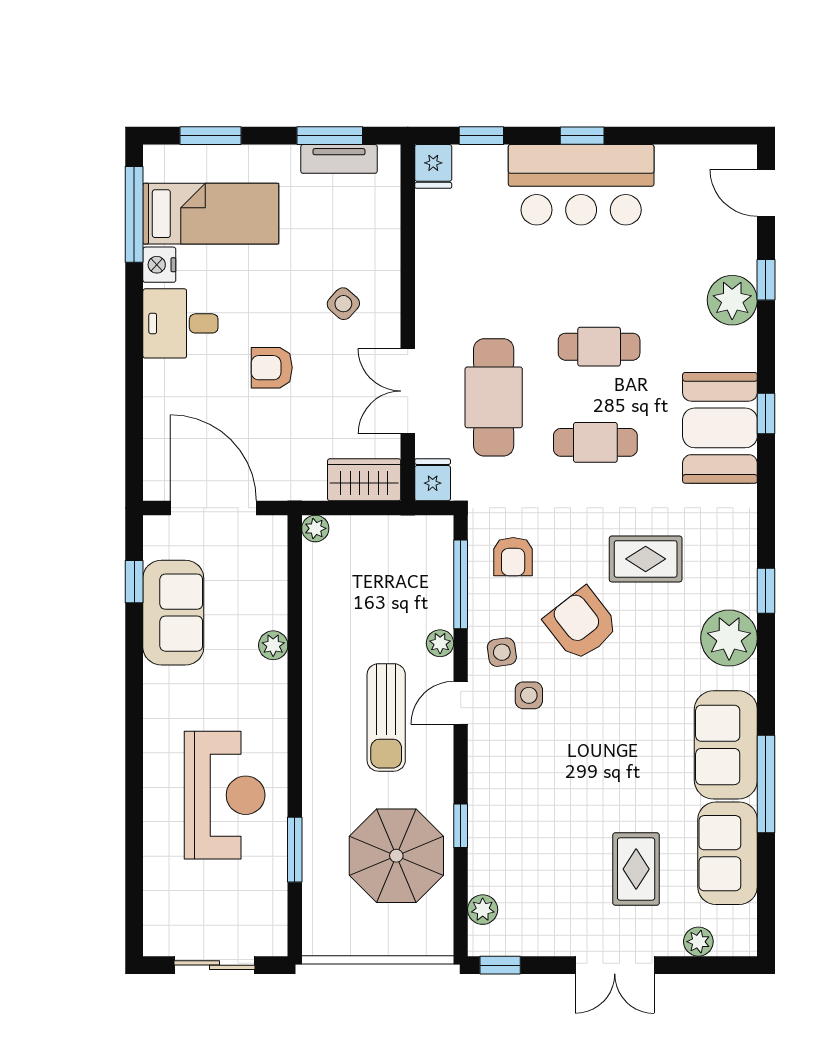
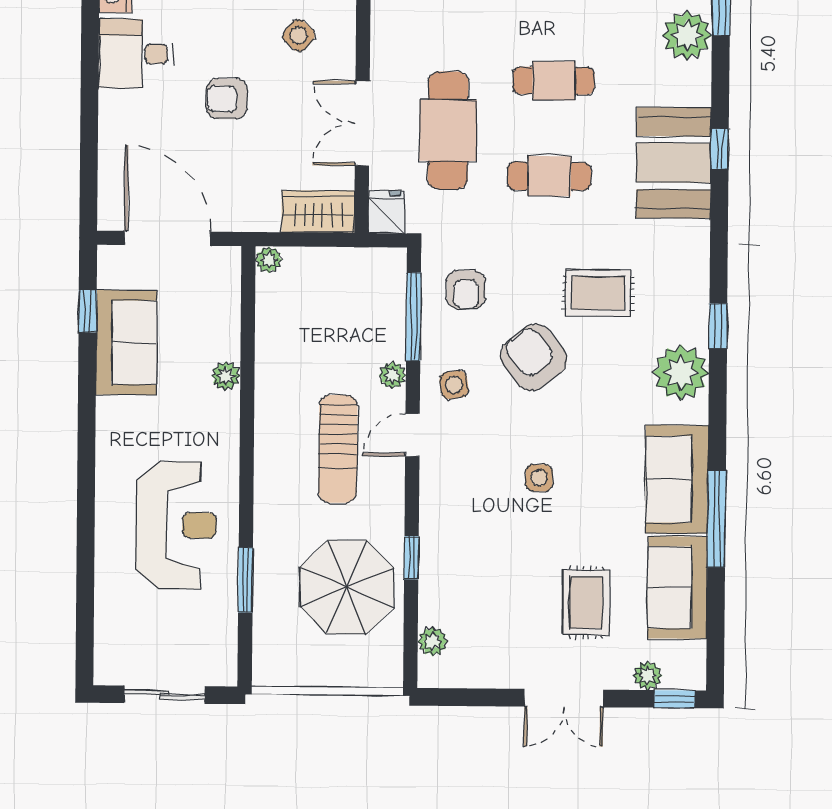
side table: (529, 695) -> (539, 478), moved
window: (500, 965) -> (675, 699), moved

